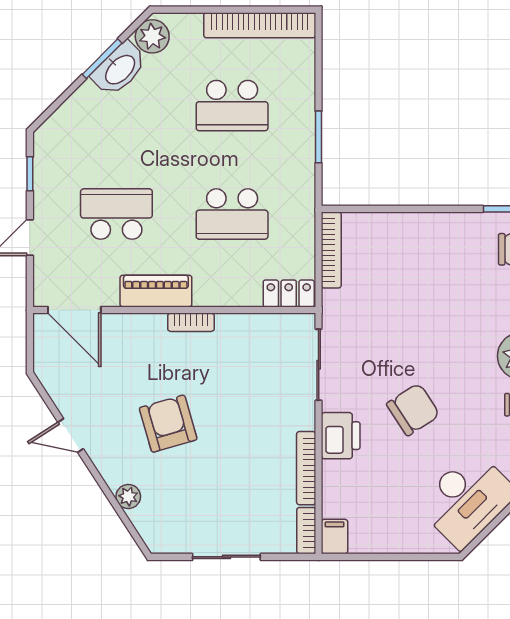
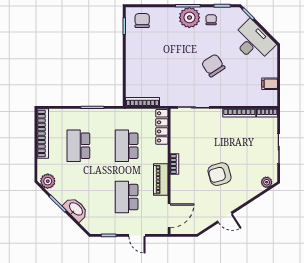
washbasin: (119, 69) -> (76, 209), moved
school desk: (232, 106) -> (78, 146), turned 180
school desk: (232, 214) -> (127, 146), turned 180
locker: (289, 293) -> (162, 127), width x1.53
door: (71, 435) -> (225, 217), hinge flipped
printer: (341, 436) -> (225, 98), removed
plant: (128, 497) -> (267, 182), moved
filing cabinet: (335, 537) -> (270, 84), moved

